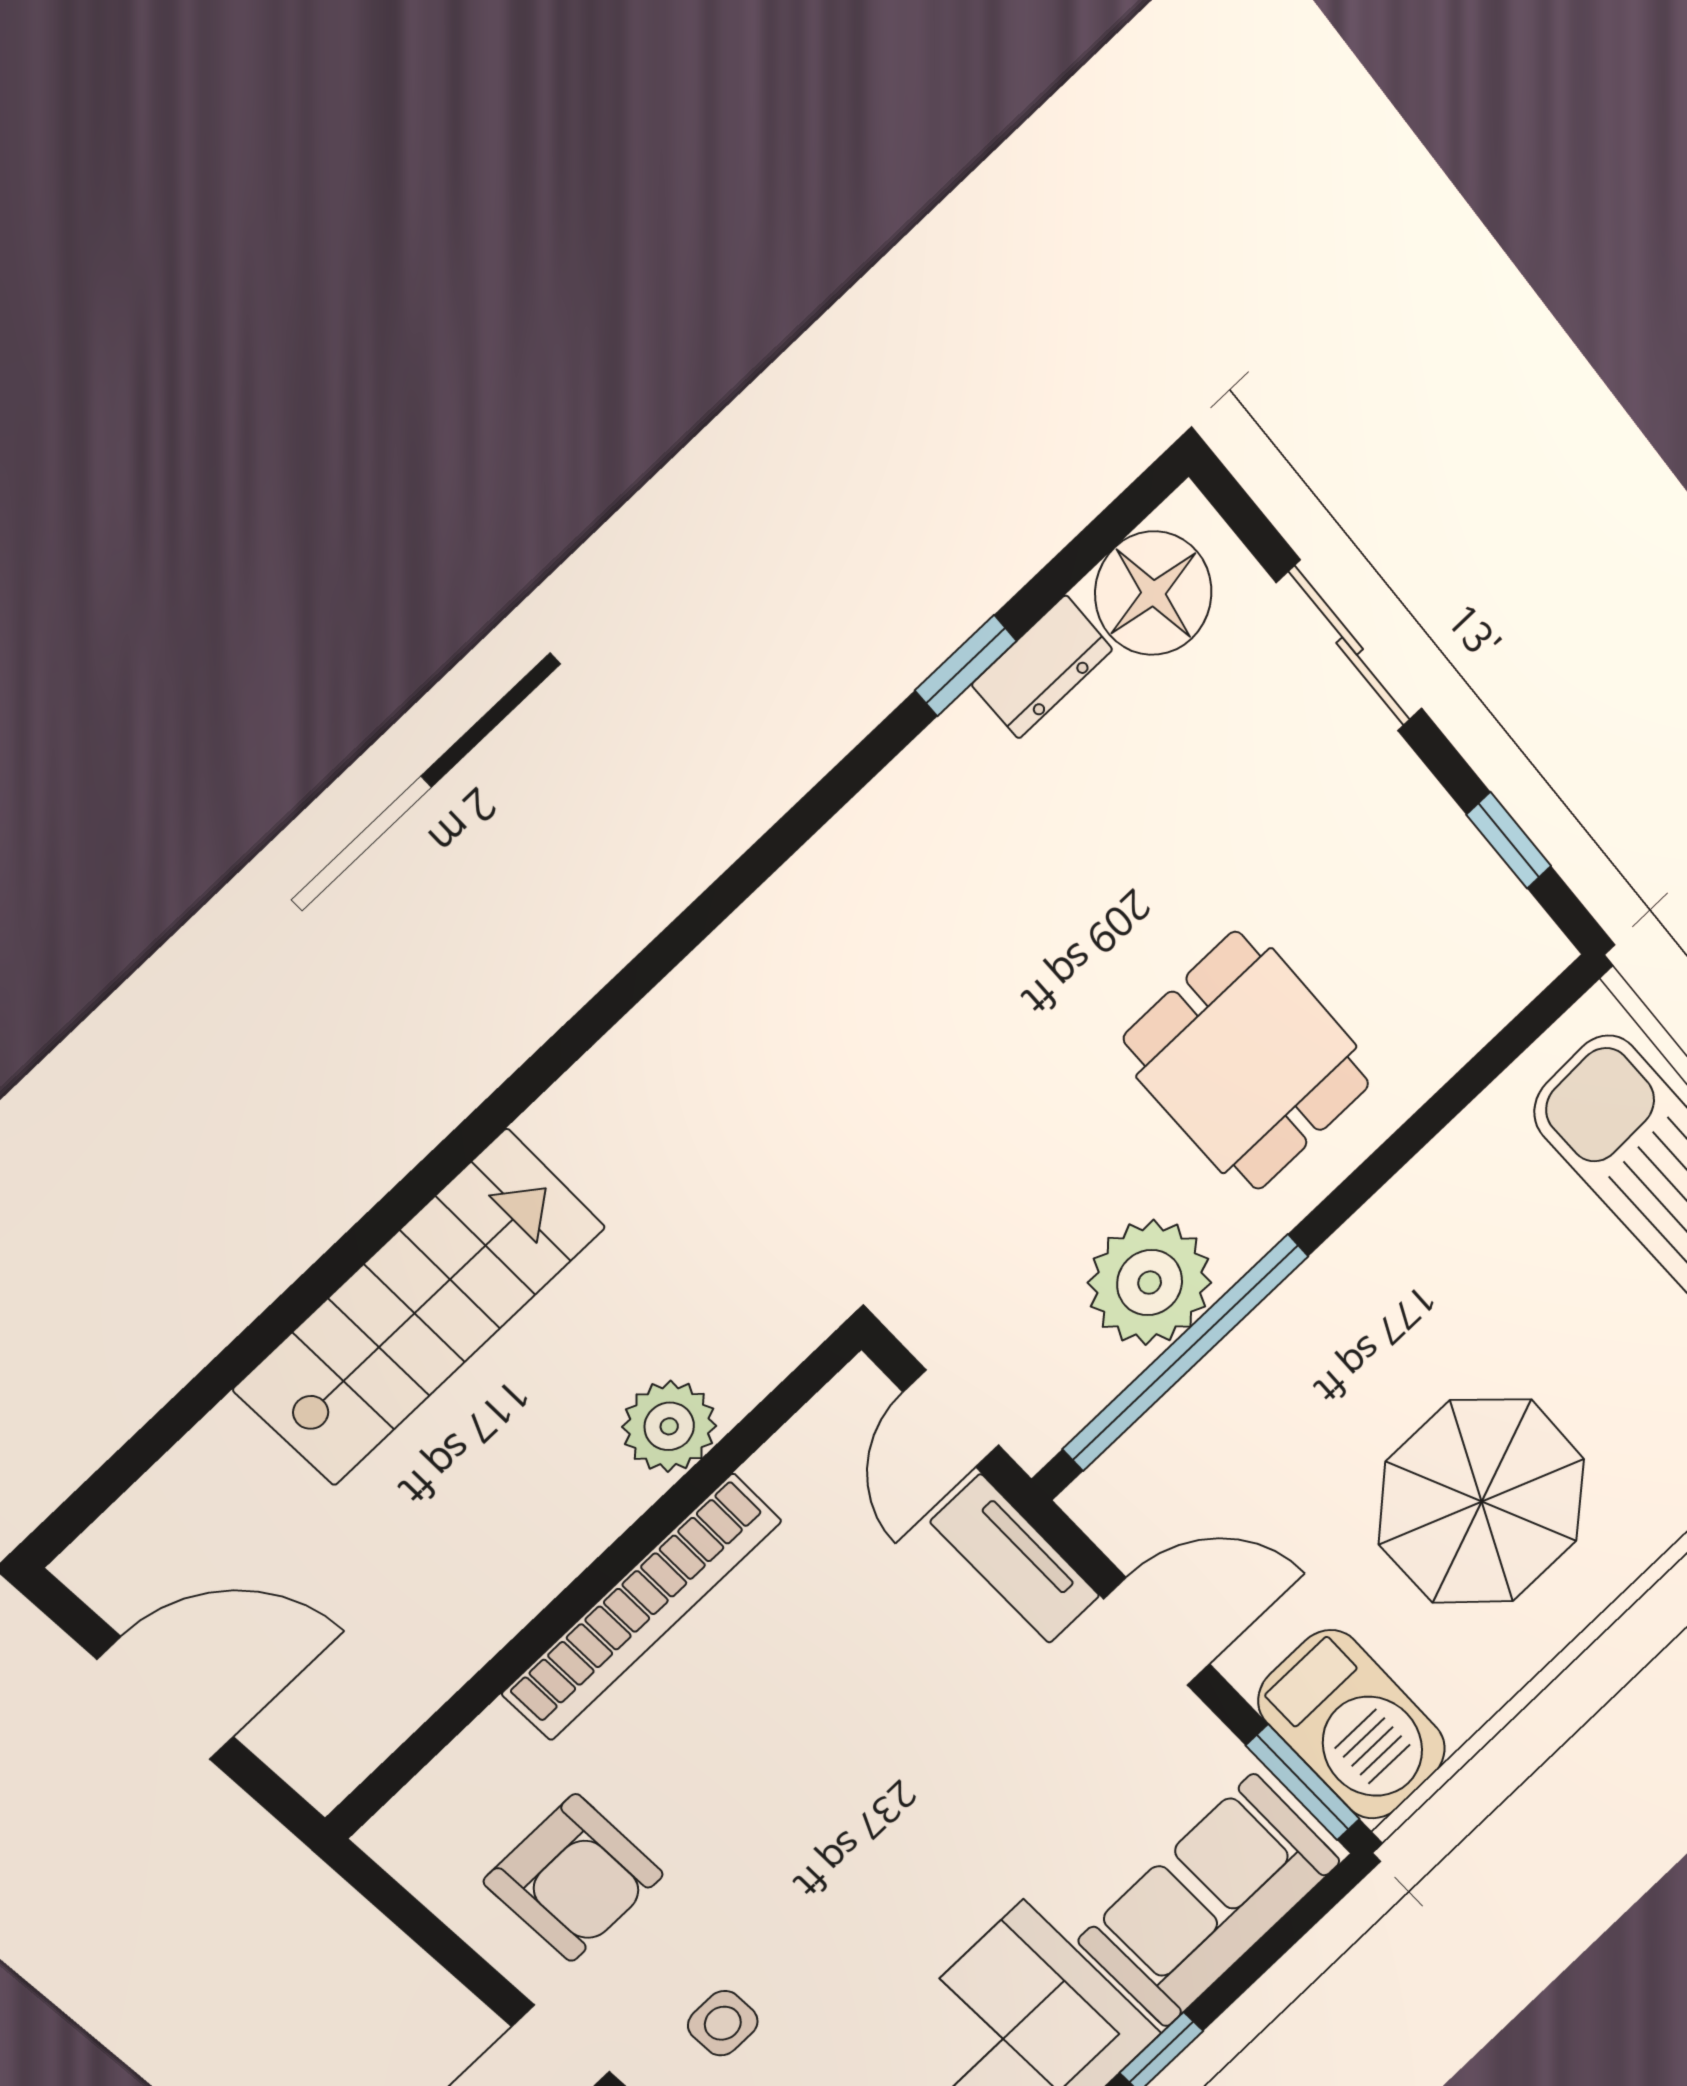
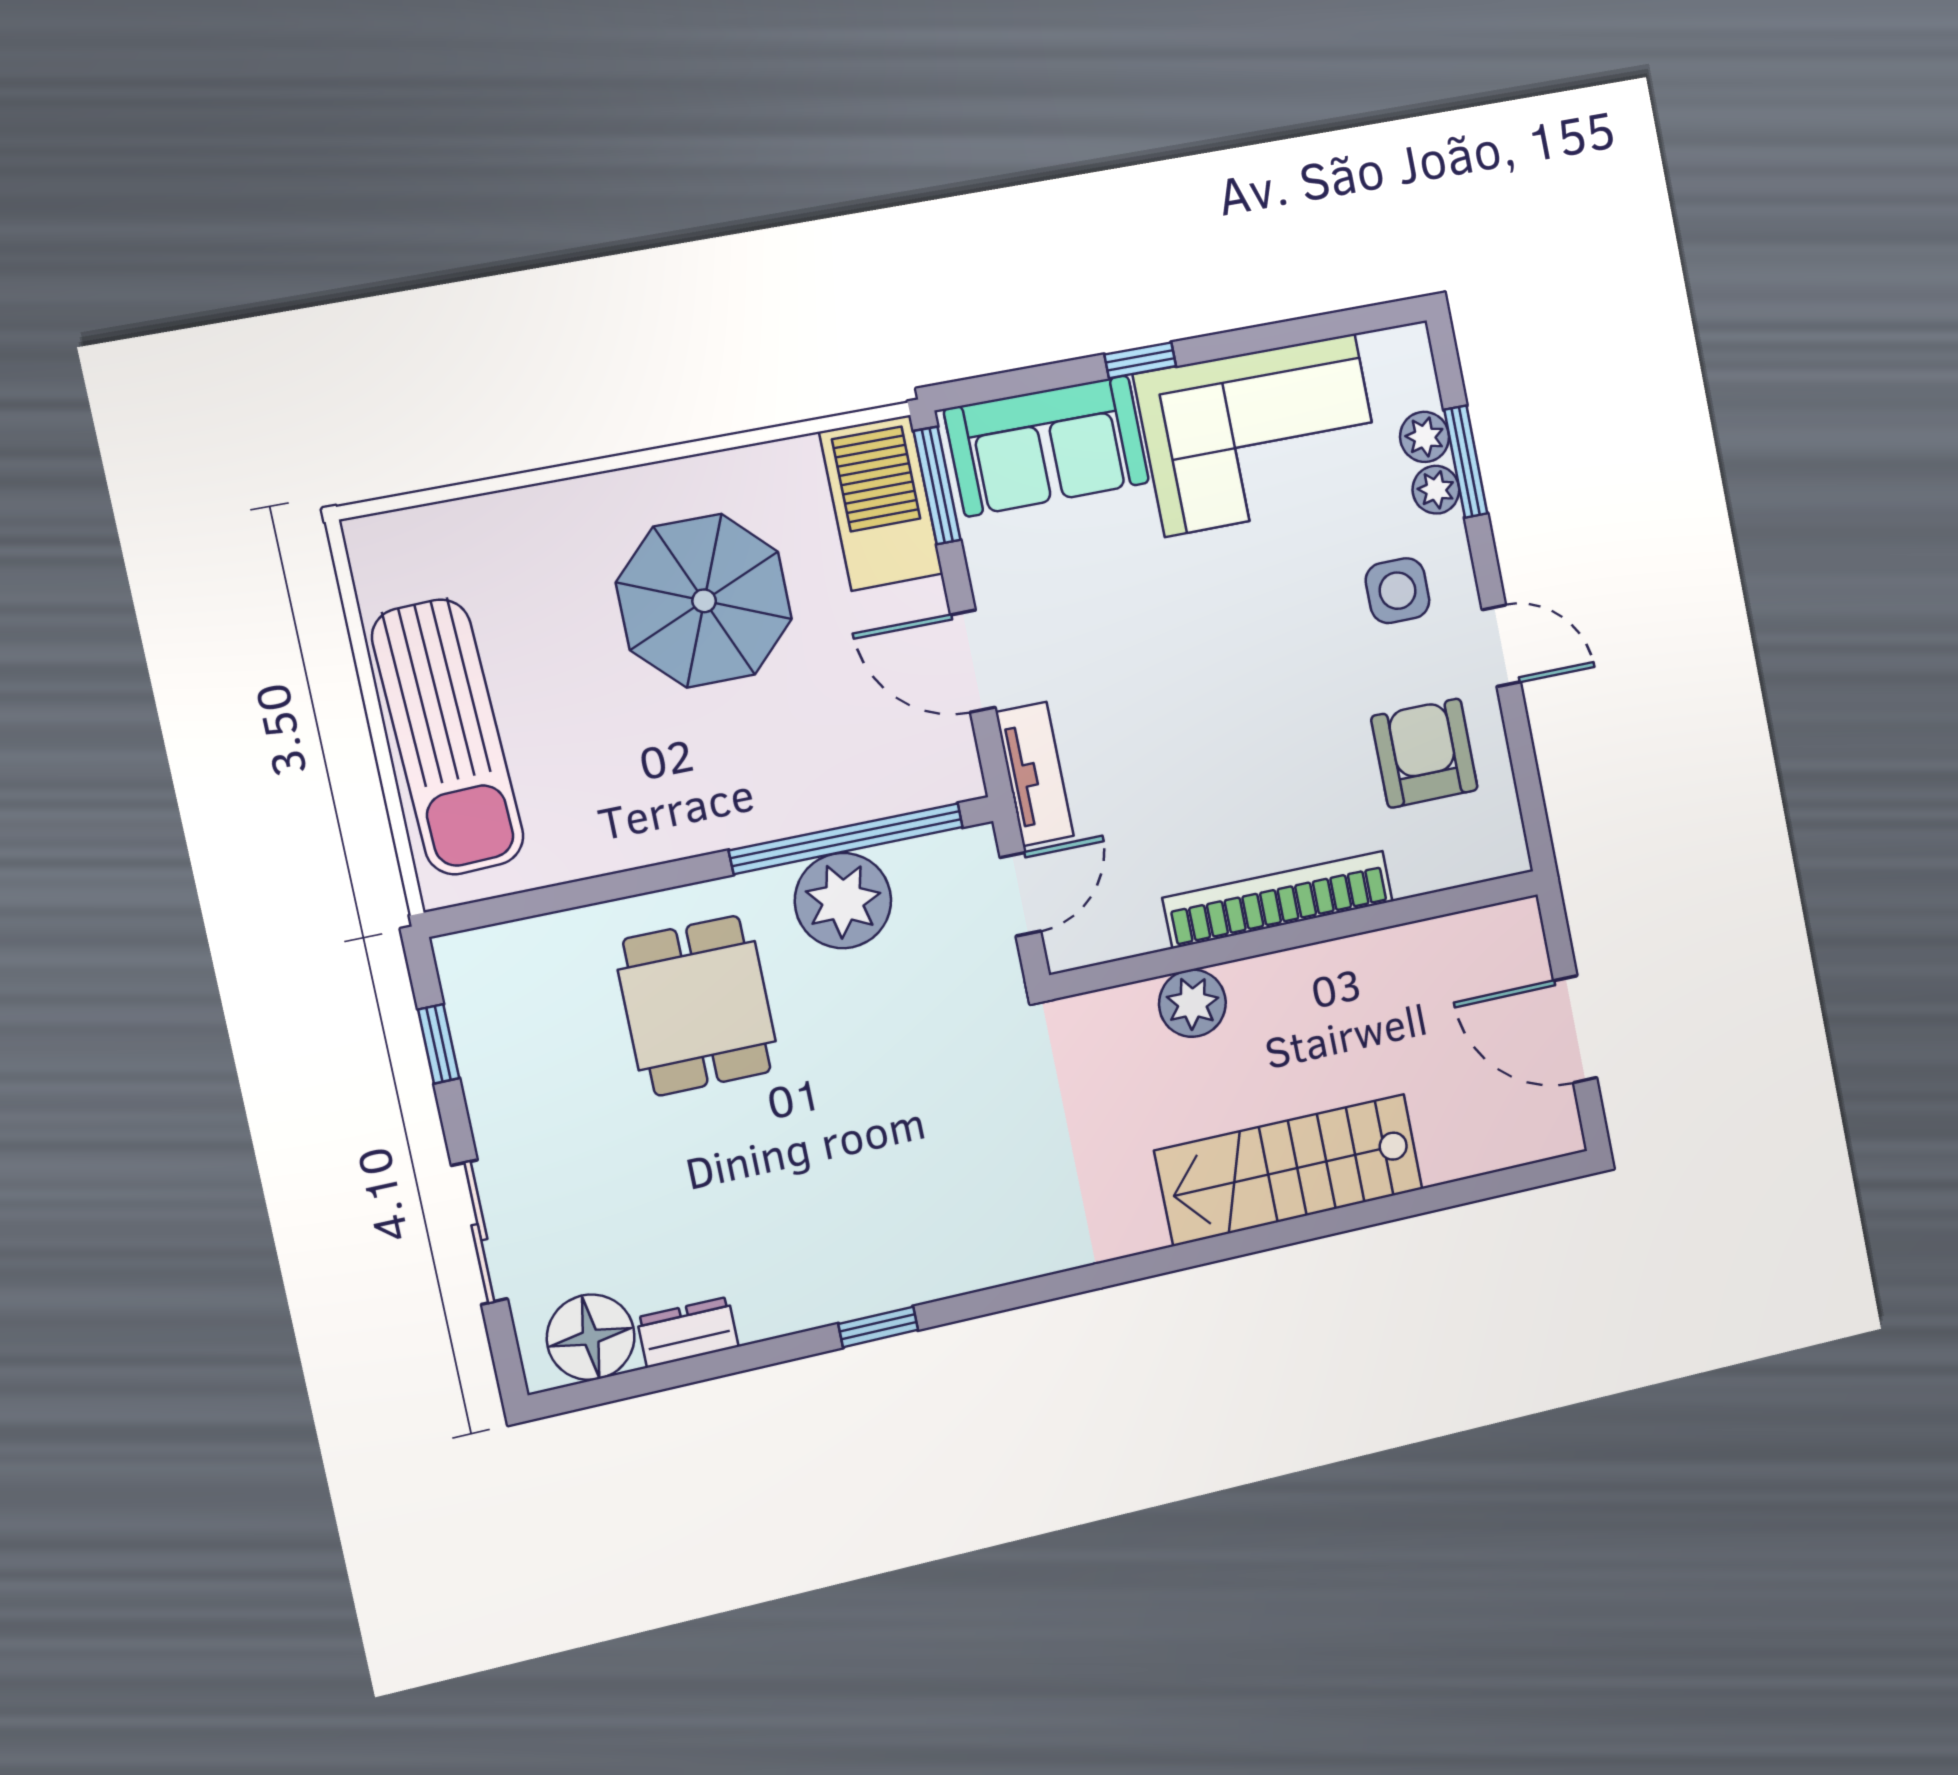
window: (966, 666) -> (878, 1327), moved
side table: (723, 2023) -> (1398, 591), width x1.37, depth x1.37

